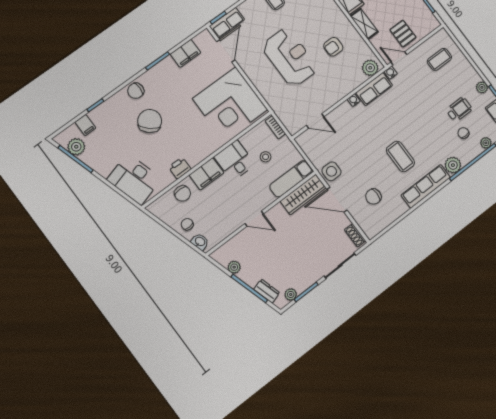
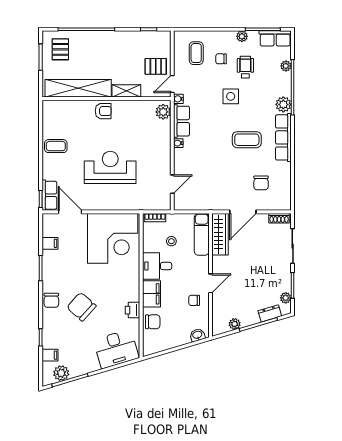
armchair: (333, 47) -> (103, 111), moved, turned -90
filing cabinet: (185, 53) -> (50, 243), width x0.50
chair: (463, 133) -> (221, 59), moved
side table: (331, 171) -> (231, 96), moved
chair: (187, 224) -> (194, 300), moved

